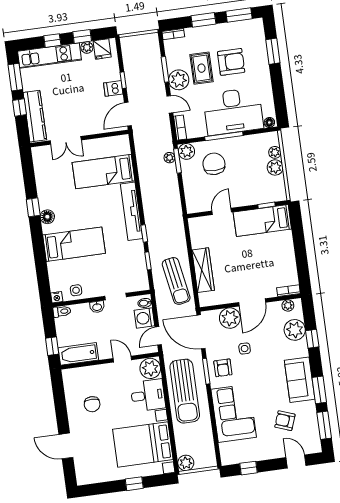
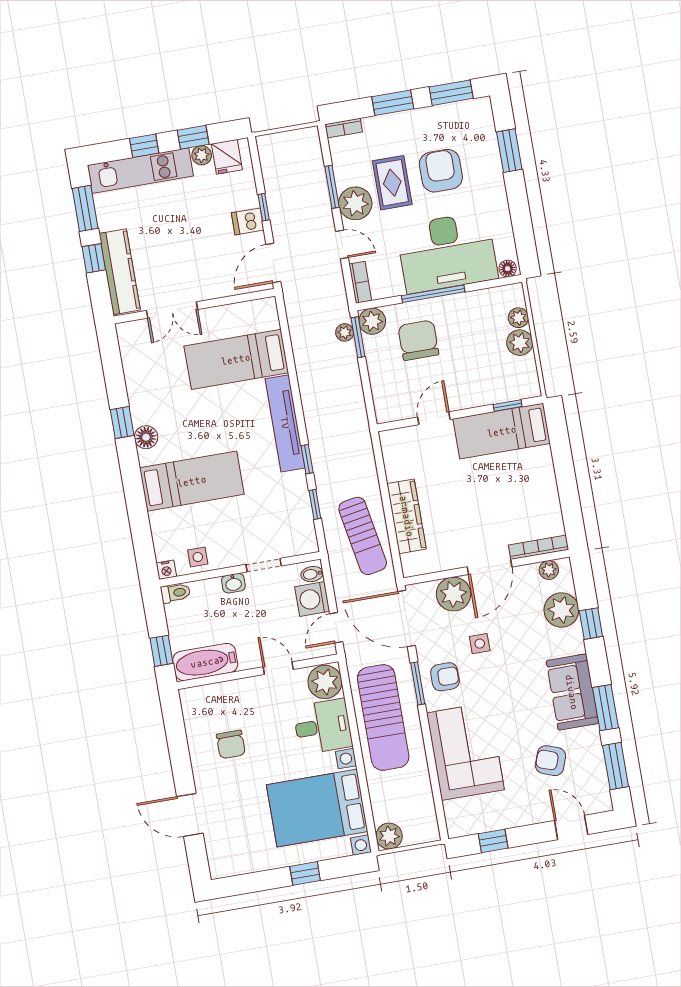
armchair: (231, 62) -> (441, 171), turned -90
bookcase: (288, 291) -> (538, 547), width x1.56
armchair: (223, 368) -> (445, 677), turned -90

